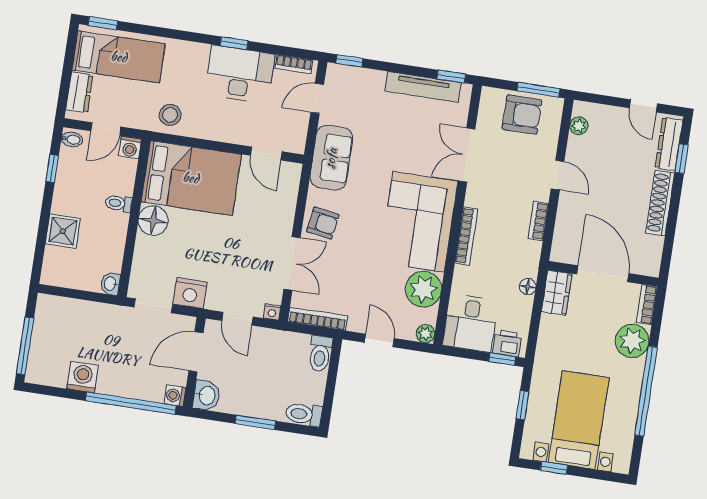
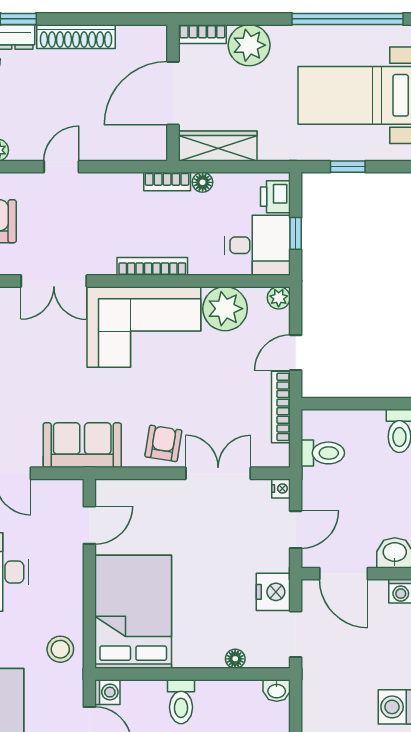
toilet: (119, 203) -> (181, 702), width x1.37, depth x1.39
floor lamp: (153, 221) -> (235, 659), moved, width x0.53, depth x0.53
bookcase: (538, 221) -> (167, 182), moved
wardrobe: (557, 293) -> (218, 146), width x1.50
bookcase: (318, 319) -> (281, 407), moved
toilet: (320, 354) -> (323, 453), moved
window: (502, 359) -> (296, 233), moved
window: (646, 391) -> (347, 19), moved

